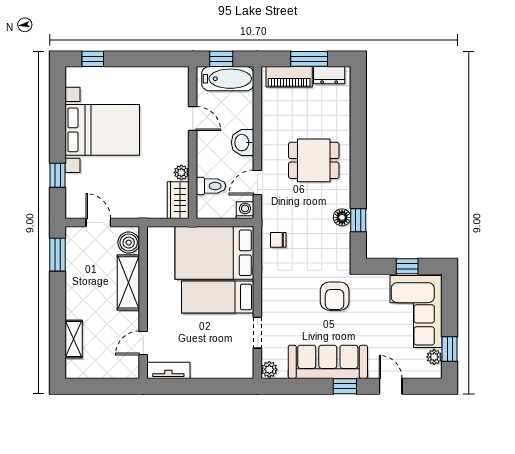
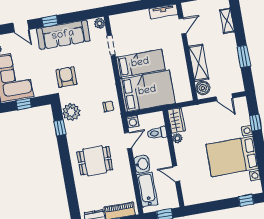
bathtub: (228, 79) -> (147, 190), moved, turned 90
floor lamp: (342, 217) -> (71, 128), removed
plant: (337, 241) -> (71, 112), added
window: (58, 255) -> (244, 56), moved

